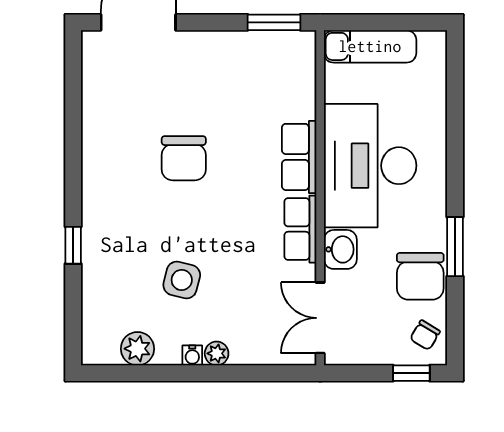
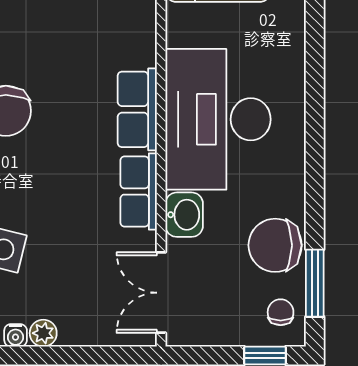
window: (455, 247) -> (315, 283), moved
chair: (420, 276) -> (275, 245), turned 90
chair: (425, 335) -> (281, 312), turned 149

